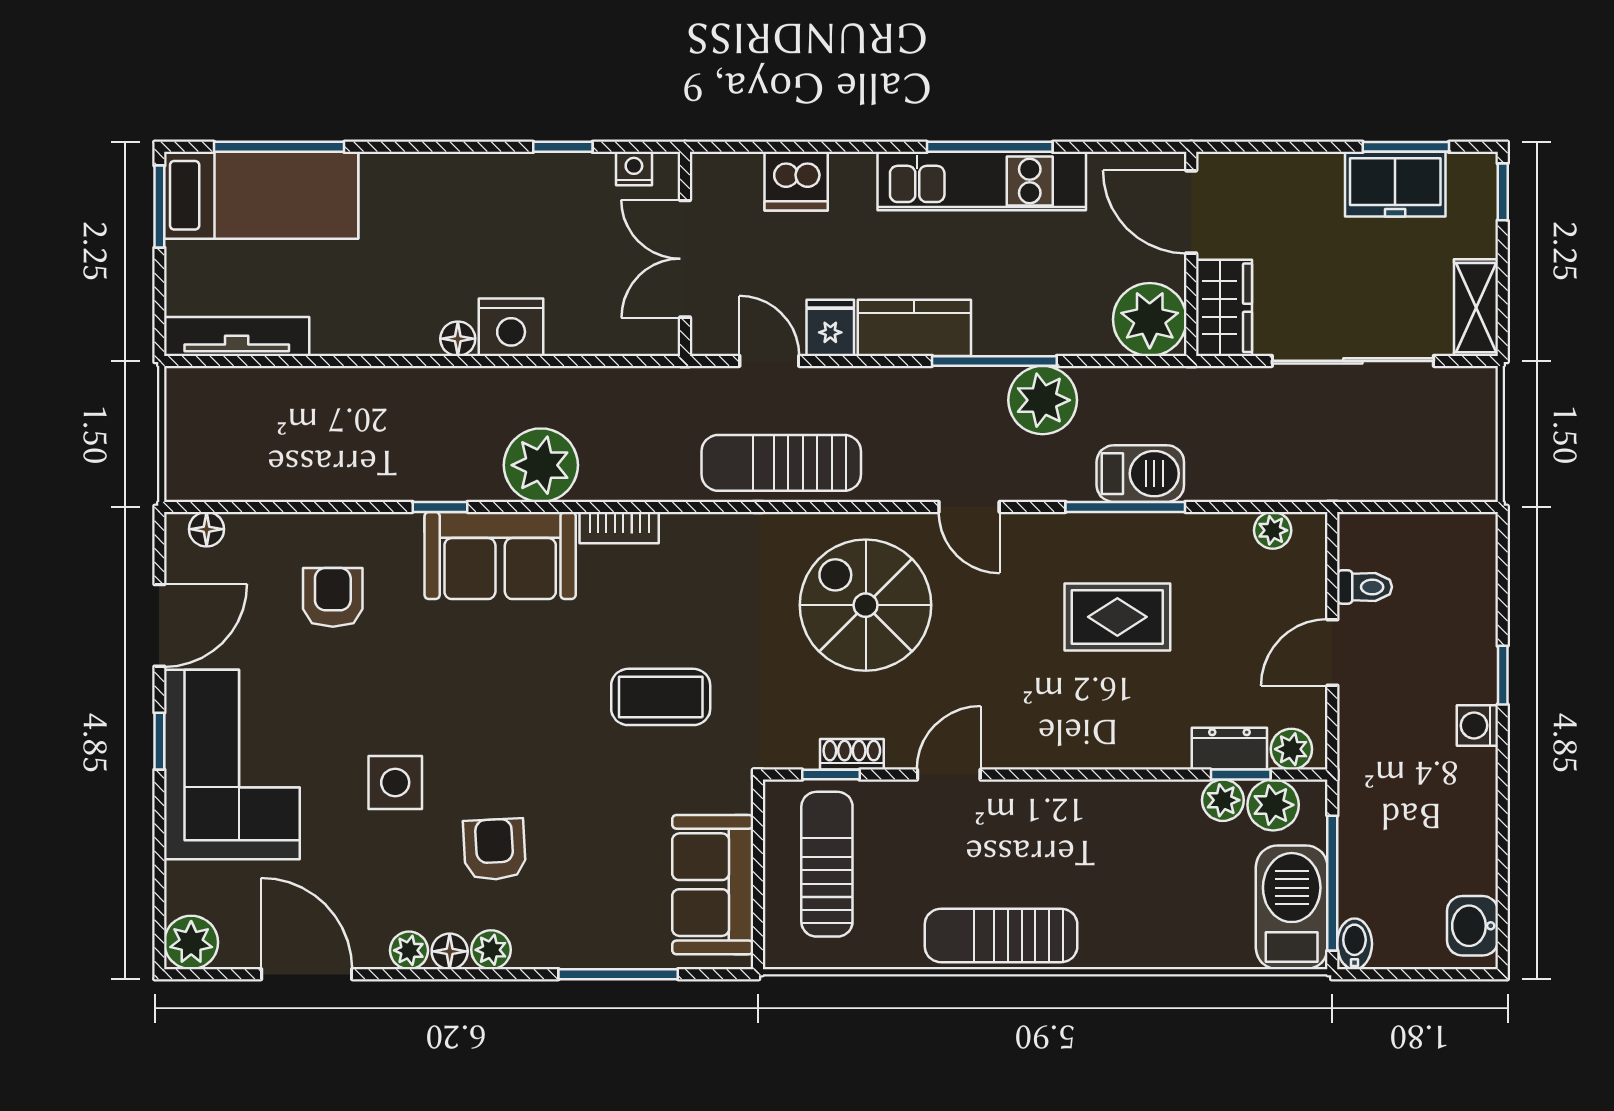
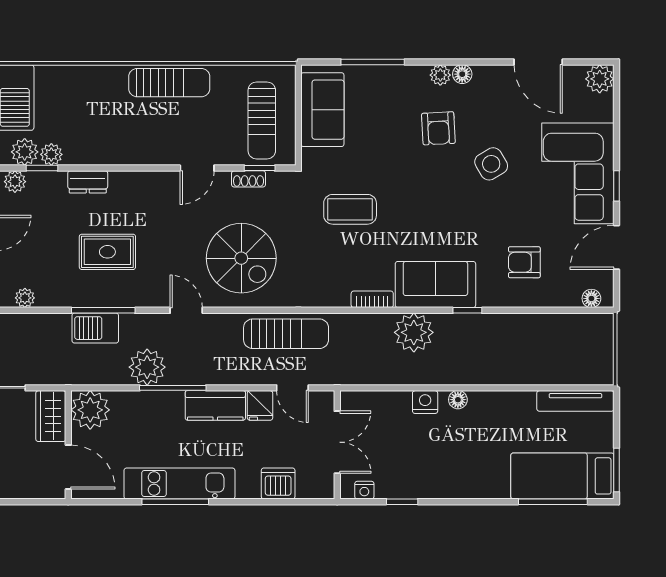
nightstand: (511, 327) -> (425, 402), width x0.74, depth x0.75
armchair: (333, 597) -> (524, 262), turned 90
dresser: (1229, 749) -> (88, 182), moved
side table: (395, 782) -> (491, 164), turned -31
plant: (409, 950) -> (484, 75), removed

